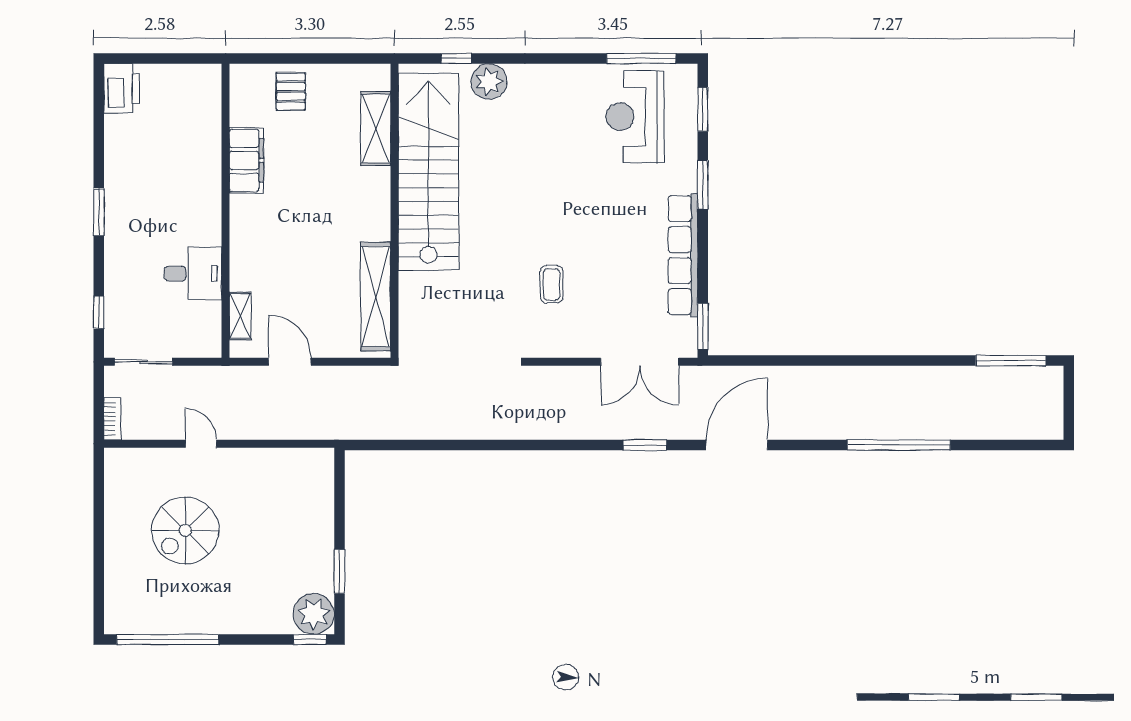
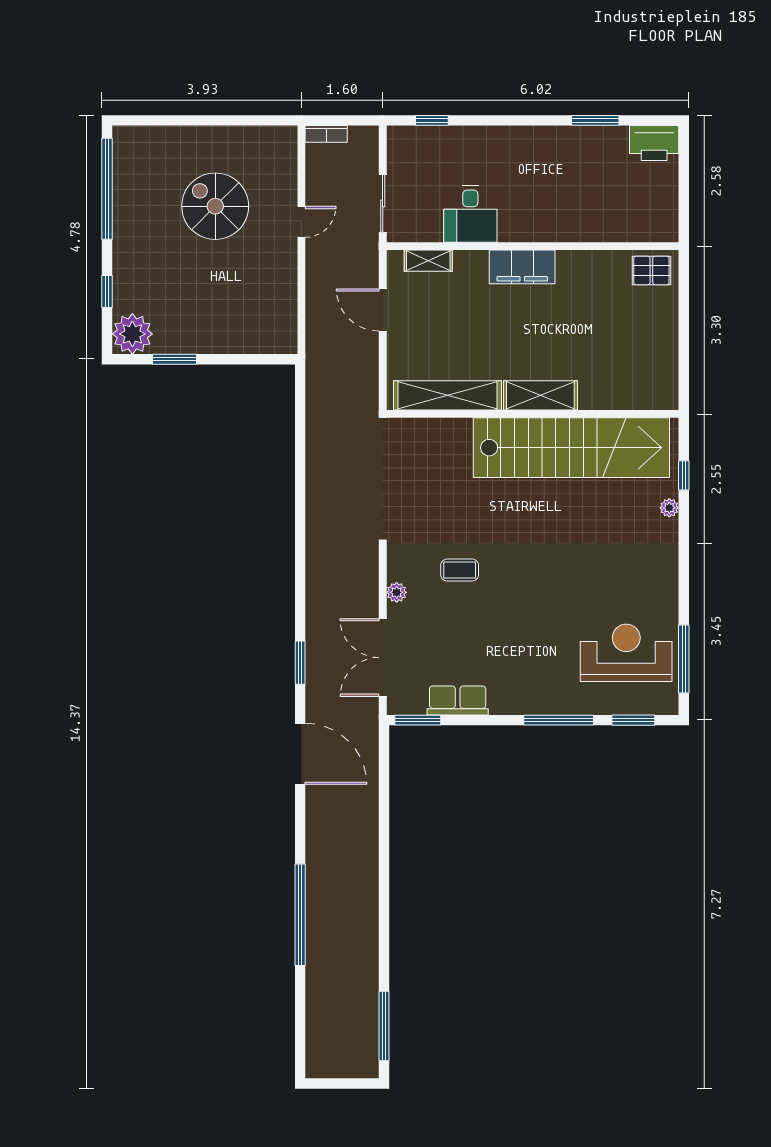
plant: (489, 82) -> (669, 508), width x0.53, depth x0.53
pallet: (291, 91) -> (651, 270), moved
shelving: (376, 129) -> (540, 395), moved
filing cabinet: (246, 160) -> (522, 267), moved
window: (703, 185) -> (559, 720), width x1.44
window: (99, 212) -> (595, 120), moved
row of seats: (683, 255) -> (458, 700), width x0.50
plant: (574, 348) -> (397, 592), added
sliding door: (144, 362) -> (383, 203), moved
door: (290, 362) -> (383, 310), swing flipped
window: (310, 639) -> (107, 292), moved

